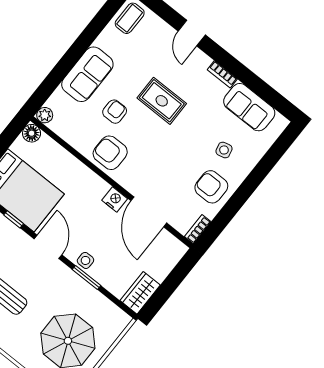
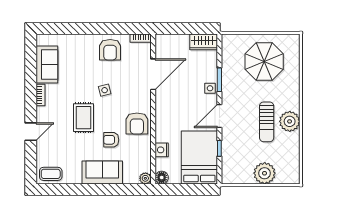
side table: (224, 150) -> (105, 90), moved
nightstand: (115, 199) -> (162, 150), moved

